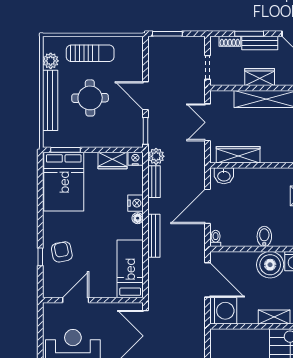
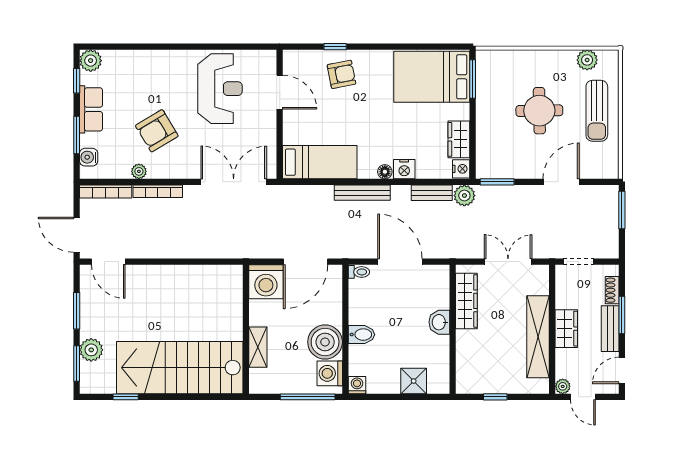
door: (146, 96) -> (561, 182), moved
bench: (50, 100) -> (536, 59), removed
washbasin: (224, 176) -> (439, 322), moved

